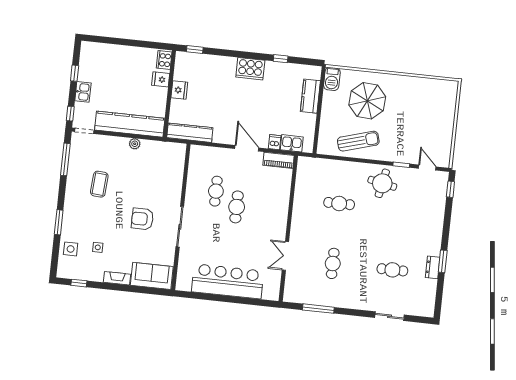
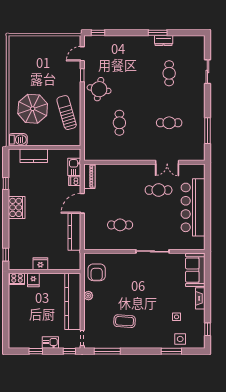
kitchen counter: (190, 133) -> (74, 232), moved
cafe table: (237, 207) -> (159, 190), moved
armchair: (142, 219) -> (97, 272), moved
window: (59, 222) -> (171, 351), moved

